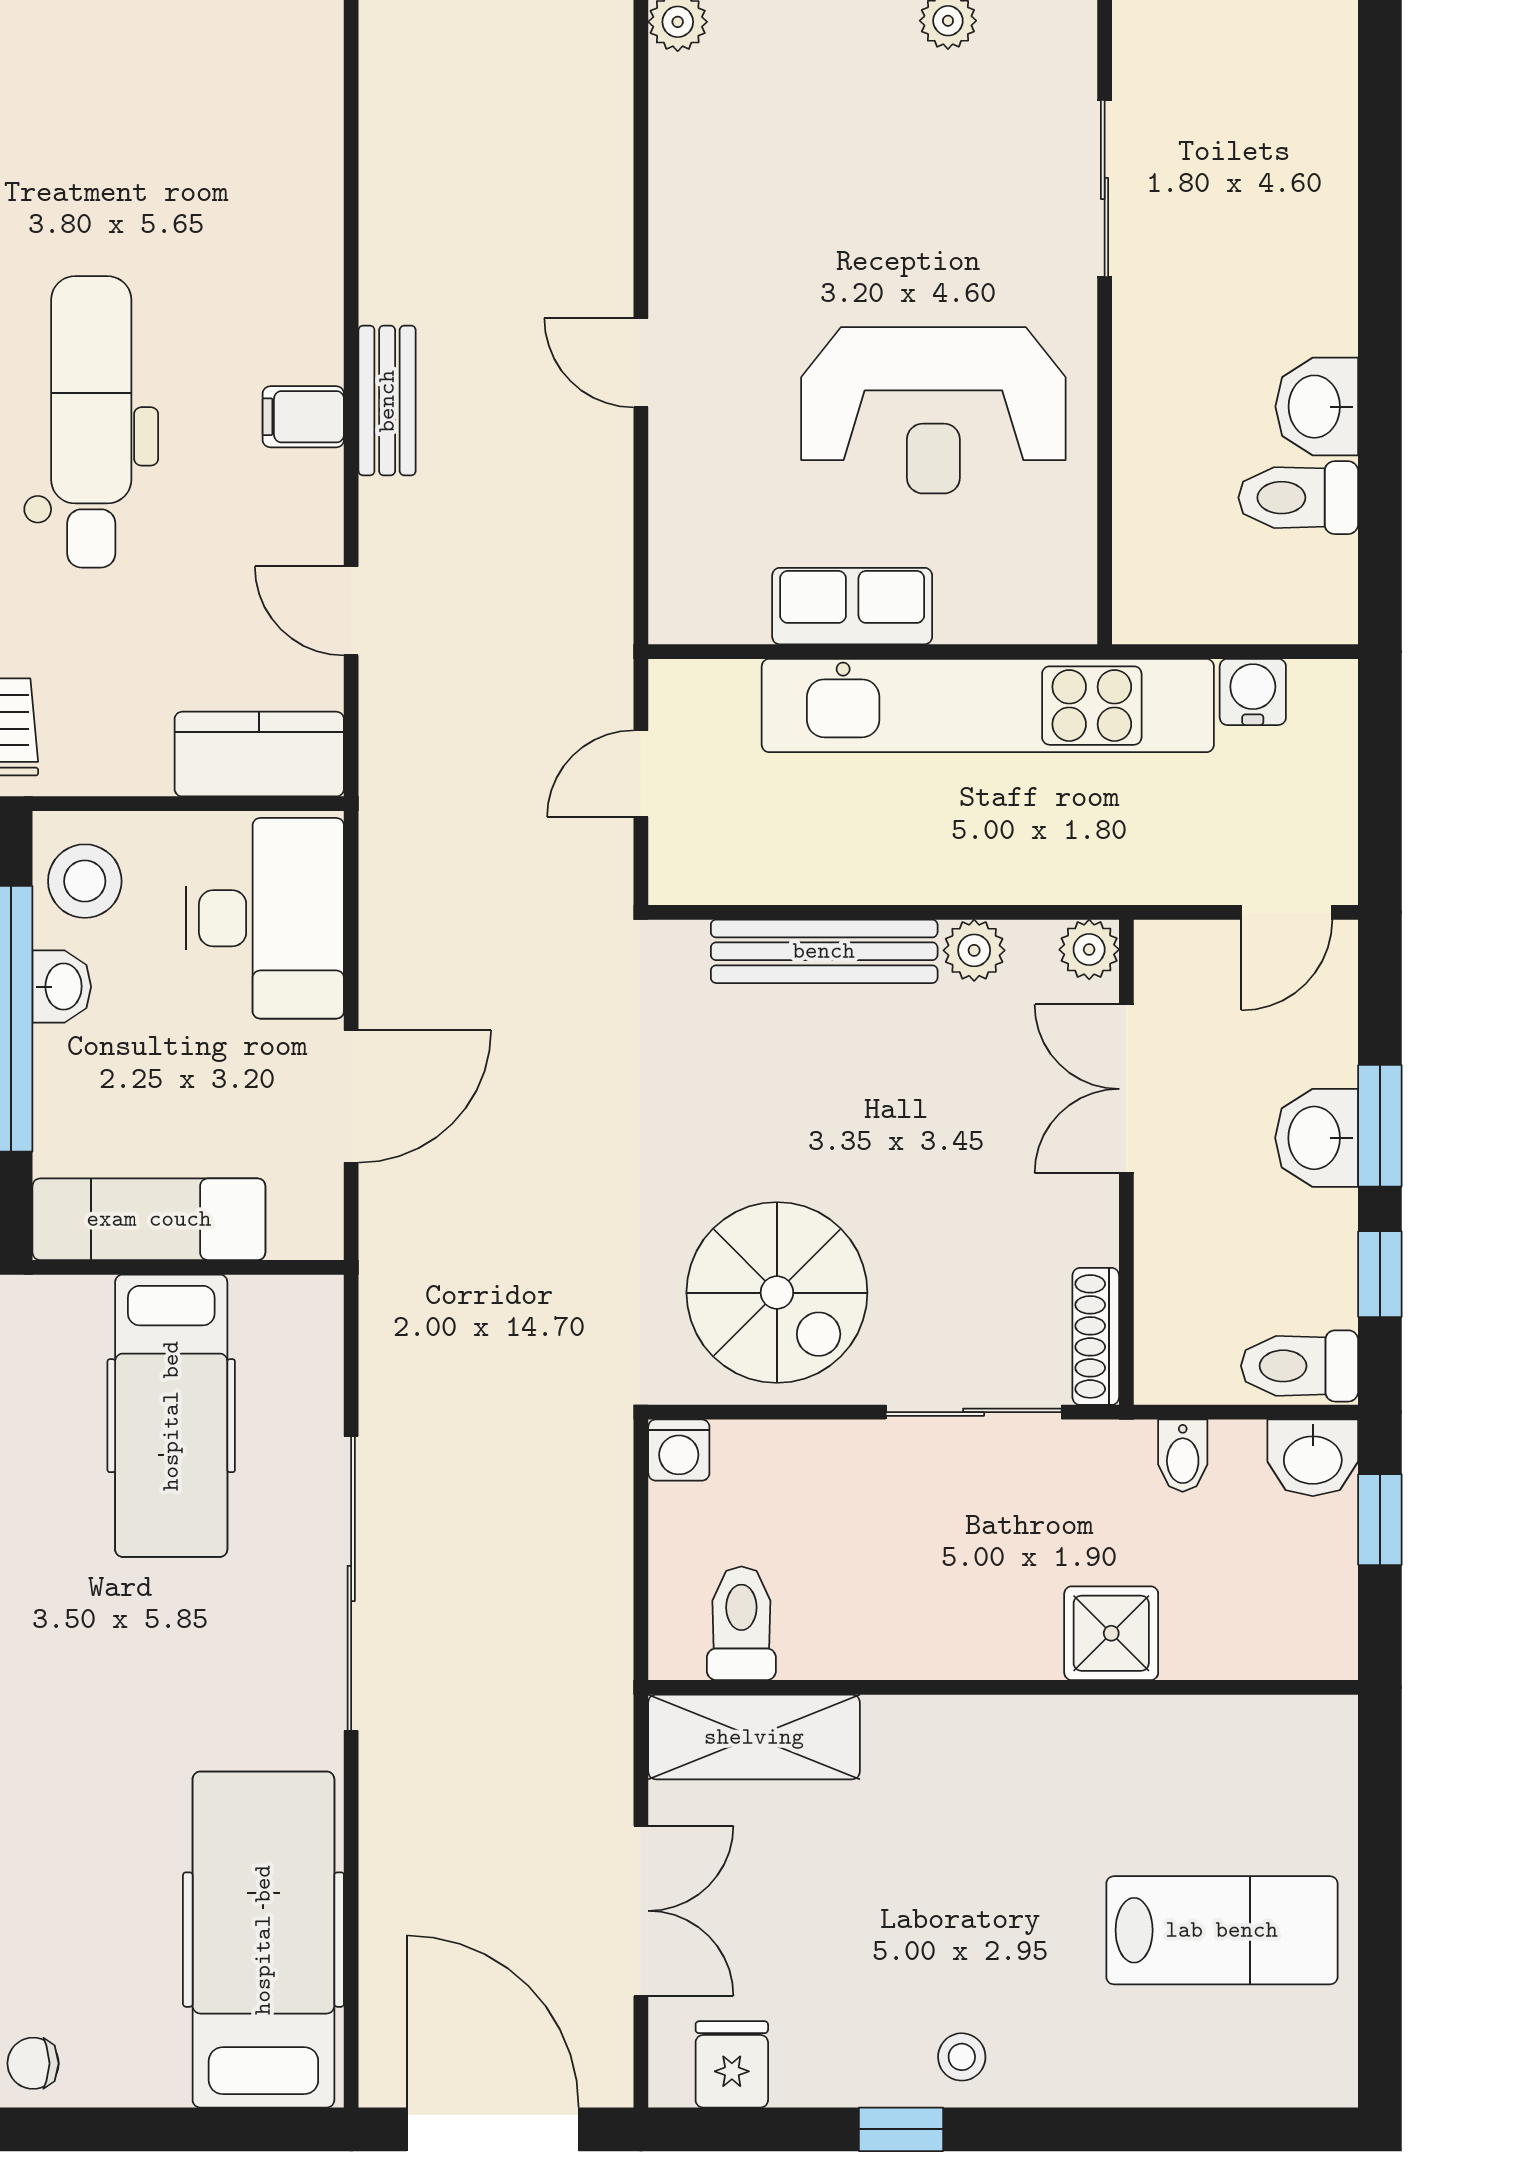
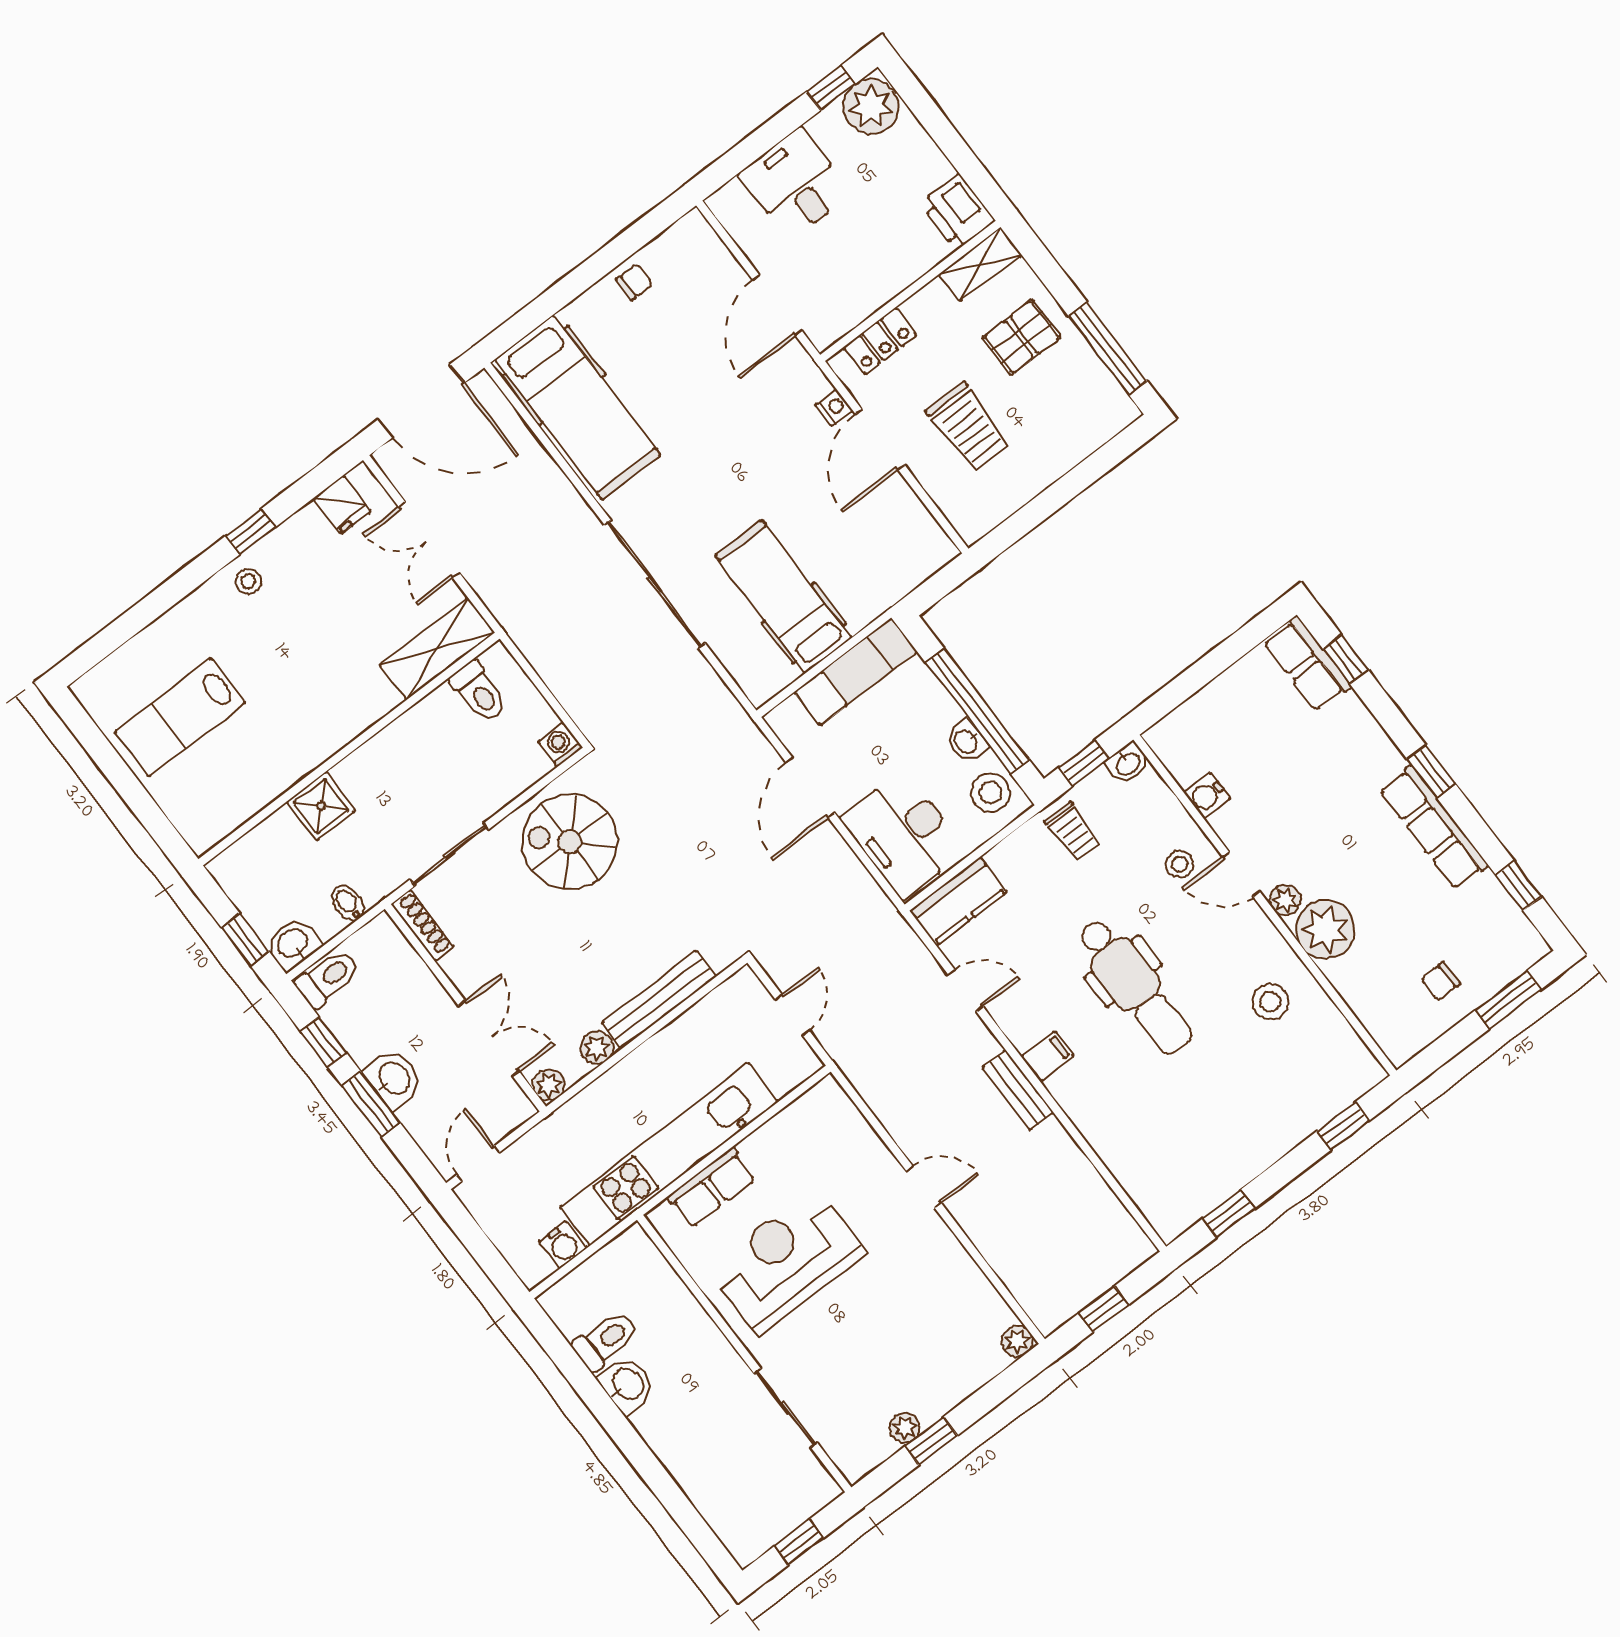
row of seats: (852, 606) -> (712, 1188), moved

